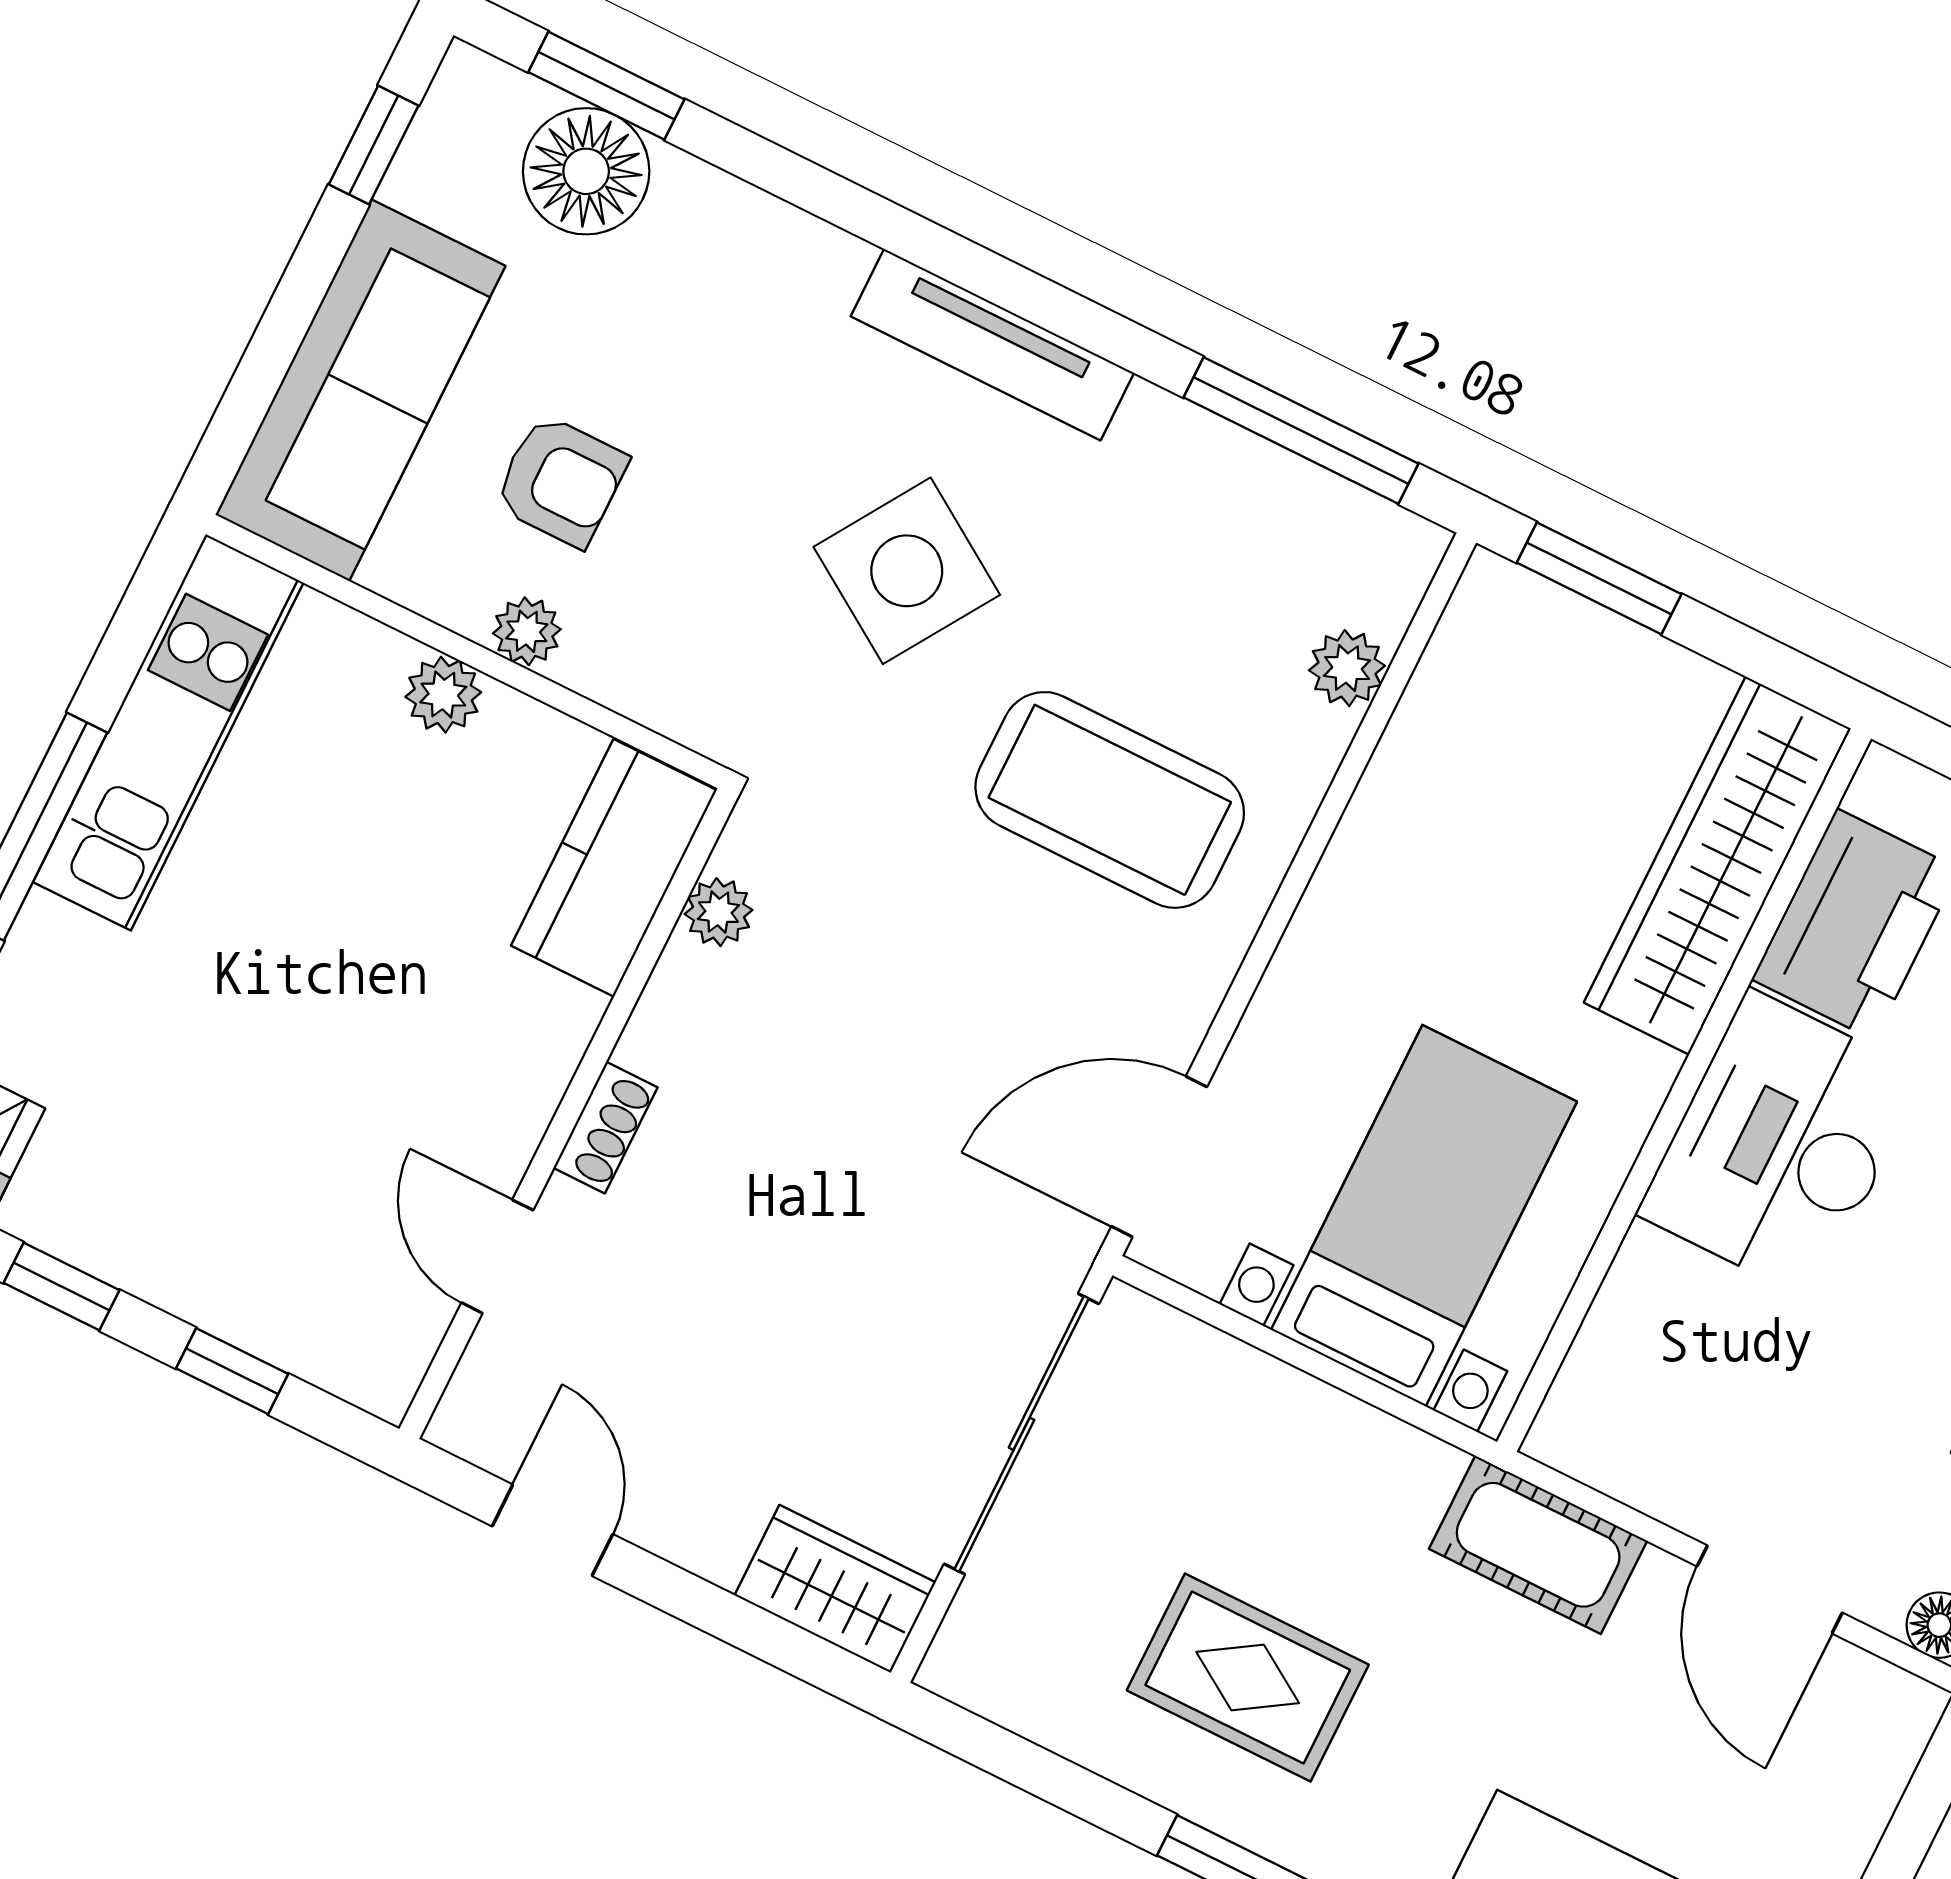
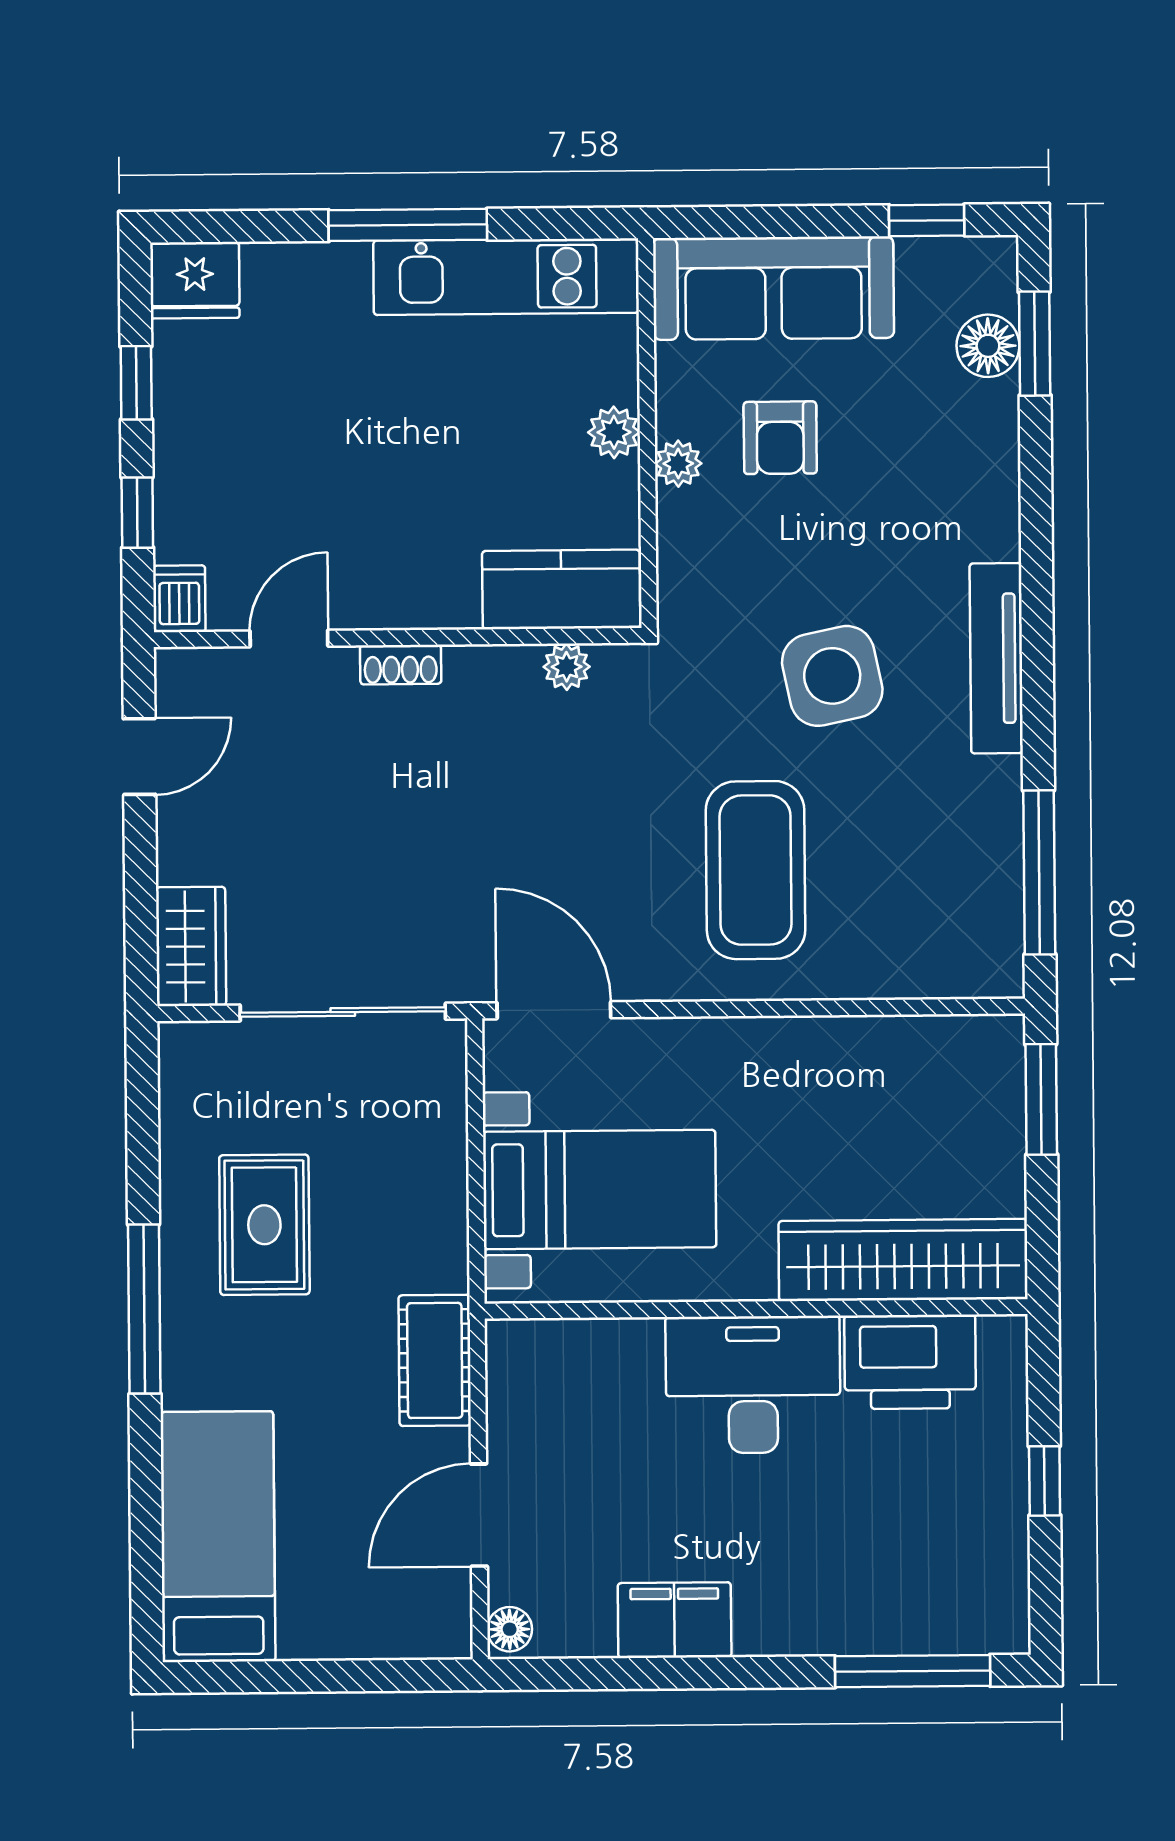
floor lamp: (586, 171) -> (988, 346), width x0.73, depth x0.73
side table: (907, 571) -> (832, 676), turned 45
plant: (1347, 668) -> (909, 974), removed
dishwasher: (373, 1373) -> (179, 599), added

